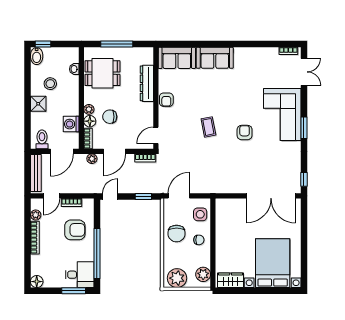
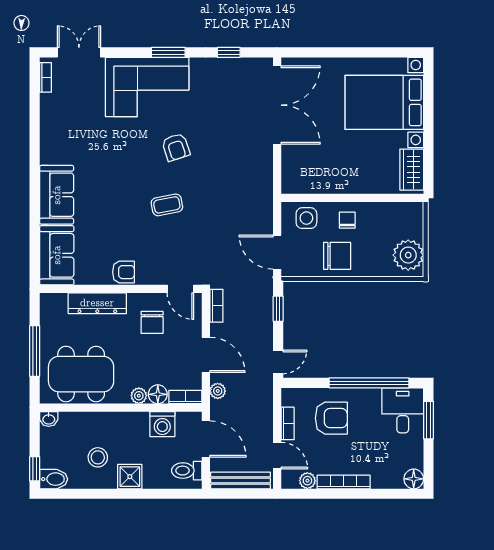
washbasin: (74, 69) -> (49, 419), moved
dining table: (102, 73) -> (81, 374), width x1.38
chair: (110, 117) -> (152, 322), moved
armchair: (245, 133) -> (176, 147), turned -108
window: (304, 179) -> (229, 52), moved
door: (110, 197) -> (278, 362), swing flipped
armchair: (75, 230) -> (331, 418), turned 90
plant: (203, 274) -> (402, 213), removed

